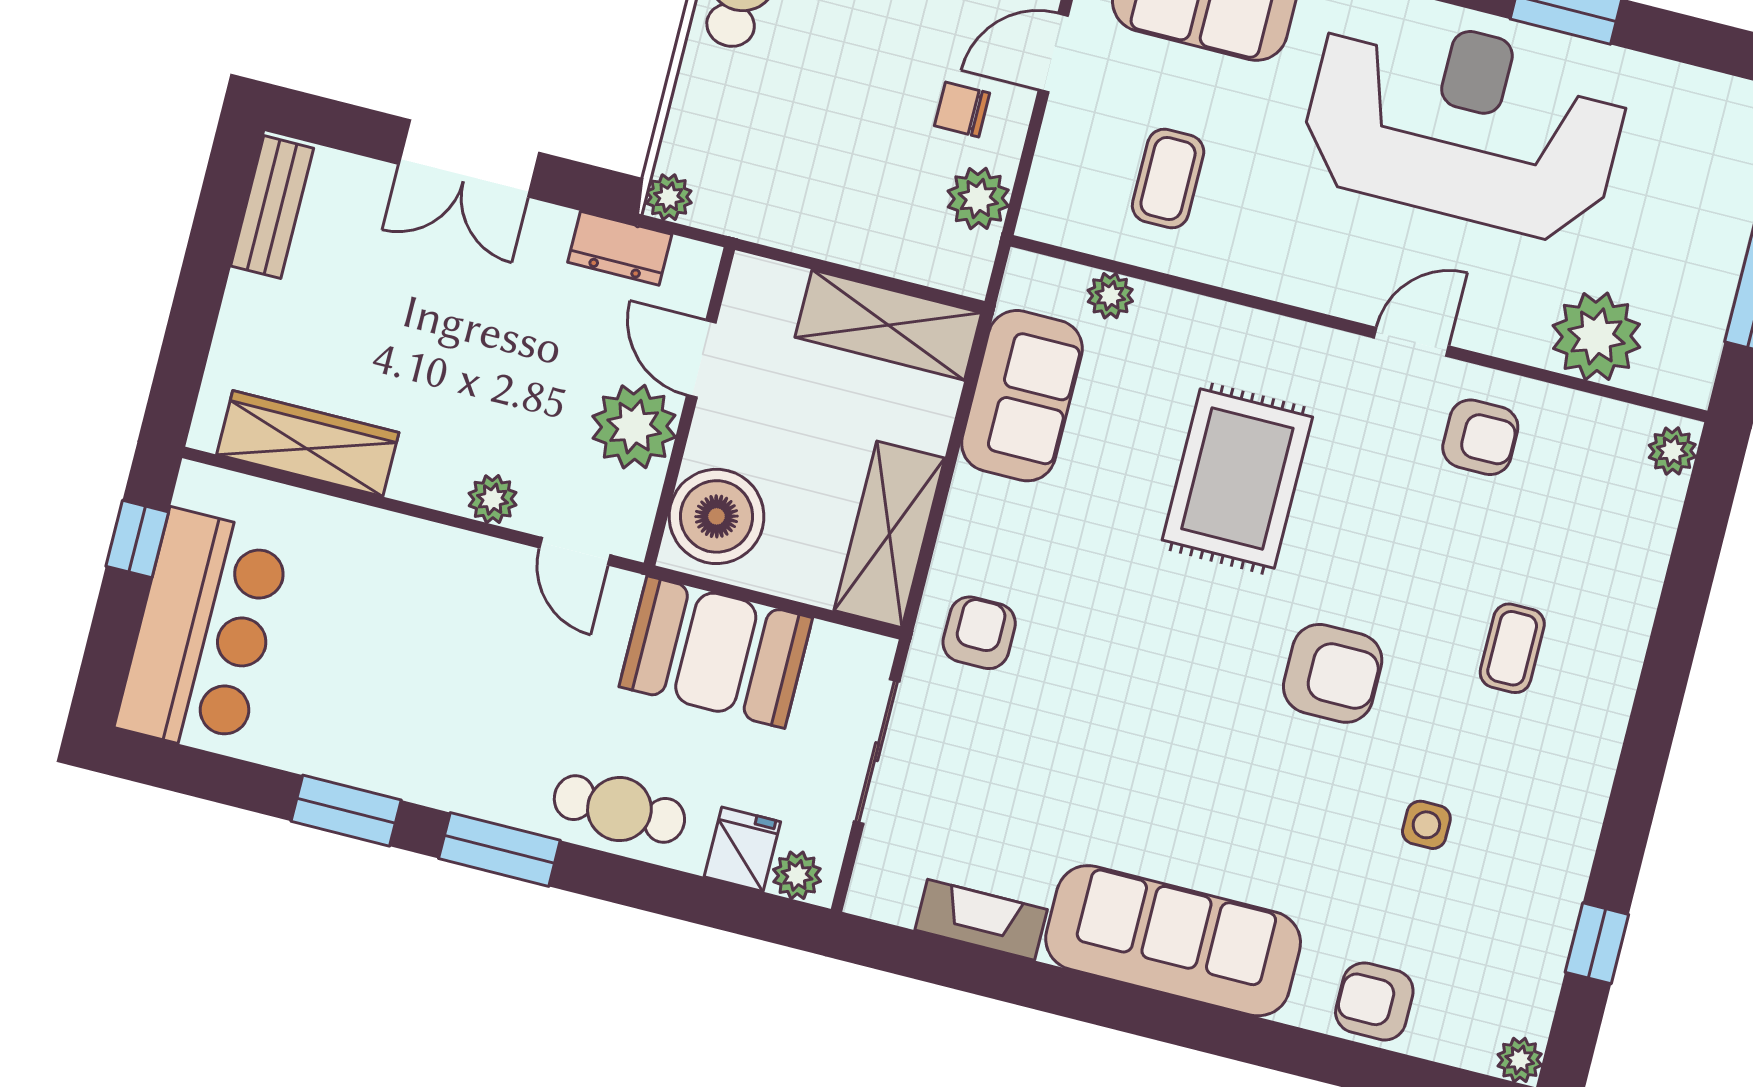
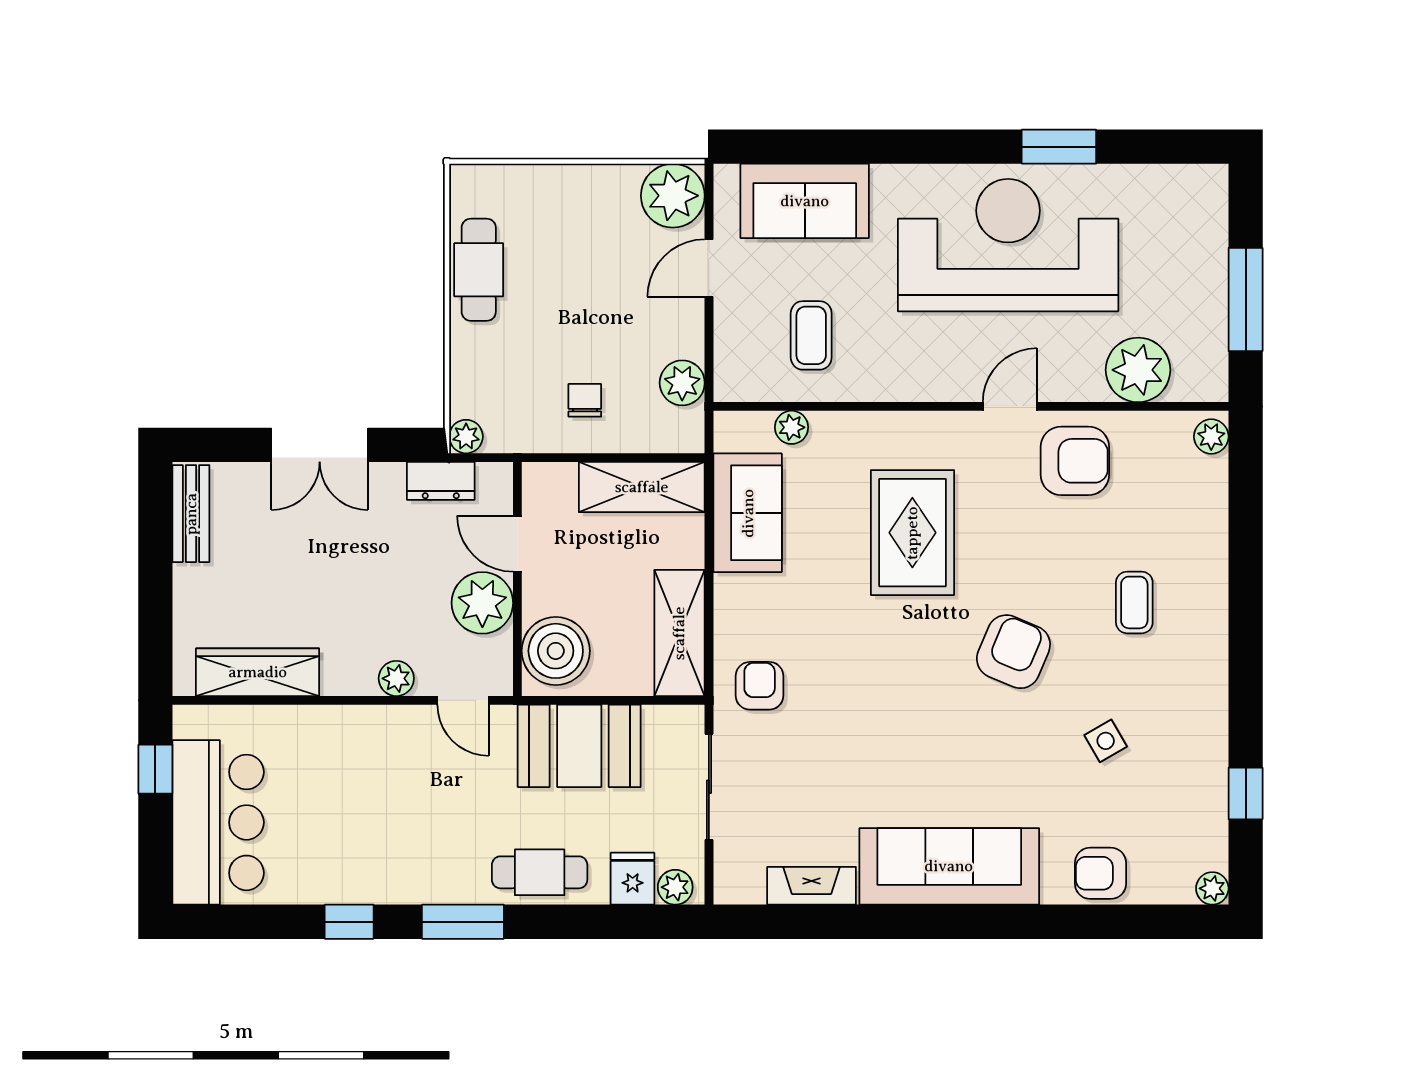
chair: (962, 109) -> (585, 400), moved, turned 90
armchair: (1480, 437) -> (1075, 461), width x1.38, depth x1.38
armchair: (1333, 673) -> (1013, 652), turned -67
window: (346, 811) -> (349, 922), width x0.67
side table: (1426, 825) -> (1106, 741), turned -30

